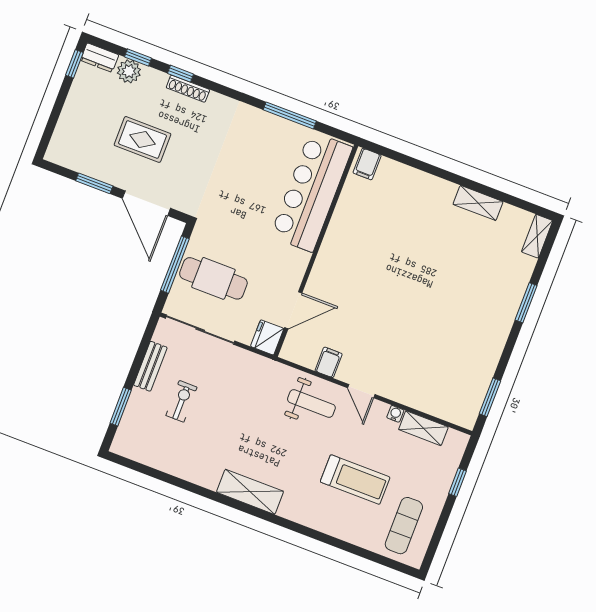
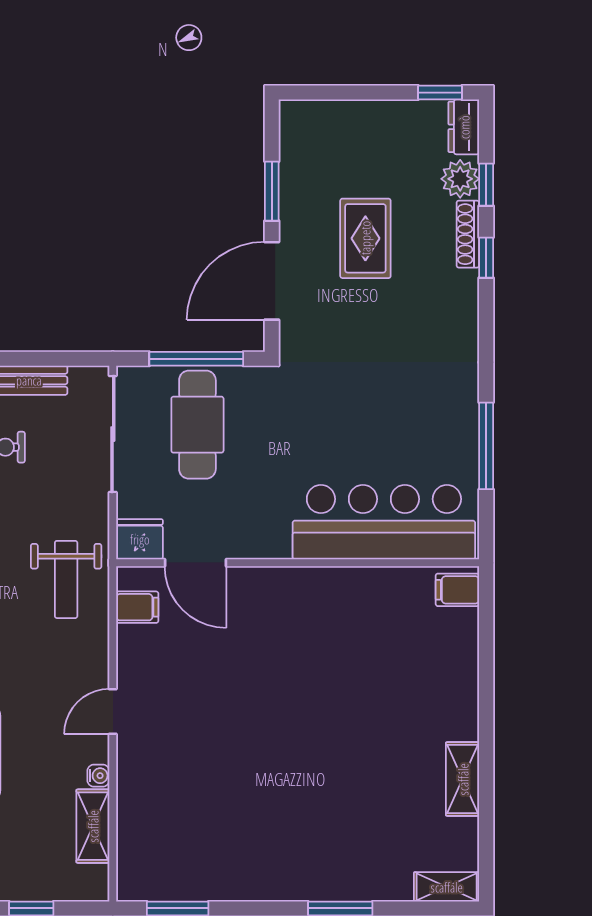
shoe rack: (188, 89) -> (468, 234), moved
filing cabinet: (329, 362) -> (137, 607), moved
weight bench: (311, 403) -> (66, 579), moved

